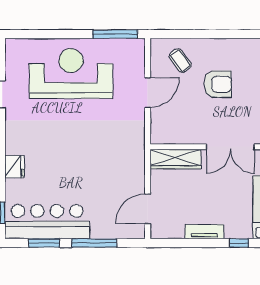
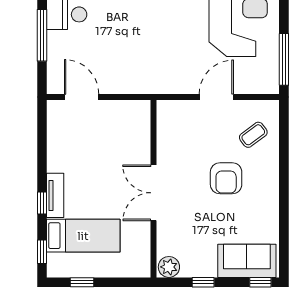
door: (148, 92) -> (216, 97), swing flipped
wardrobe: (175, 159) -> (139, 129), removed
tv unit: (204, 232) -> (55, 195), moved

